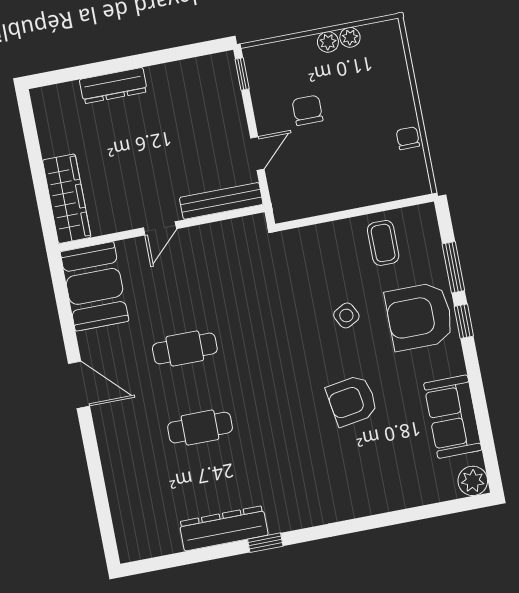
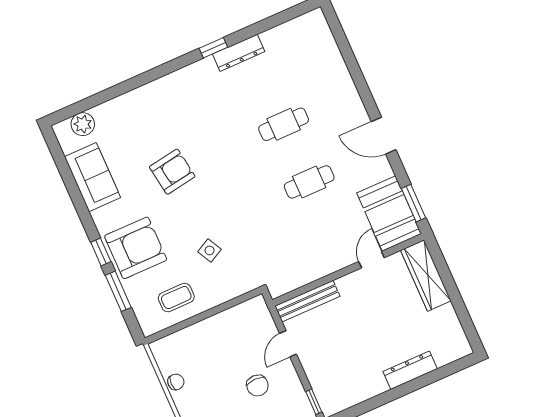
chair: (408, 138) -> (176, 382), turned -90
door: (160, 228) -> (372, 260), moved
coffee table: (383, 243) -> (176, 298), turned 90
window: (61, 292) -> (414, 203), added
side table: (346, 315) -> (210, 250), moved
plant: (473, 481) -> (83, 124), moved
dresser: (224, 528) -> (239, 53), width x0.73, depth x0.80

